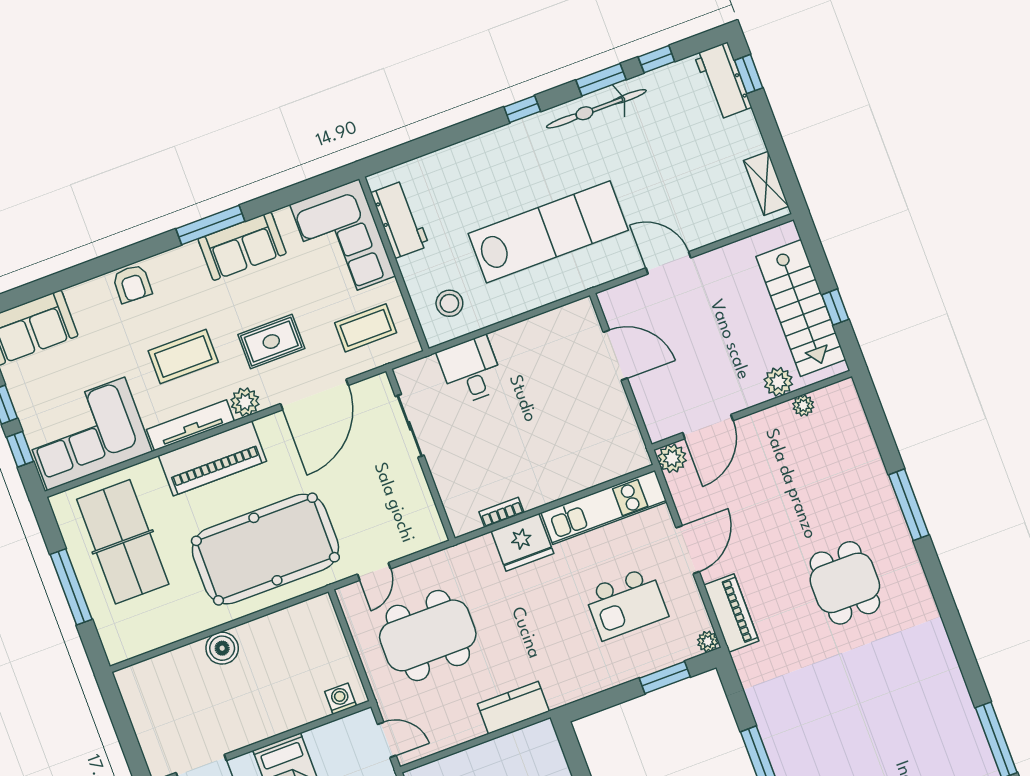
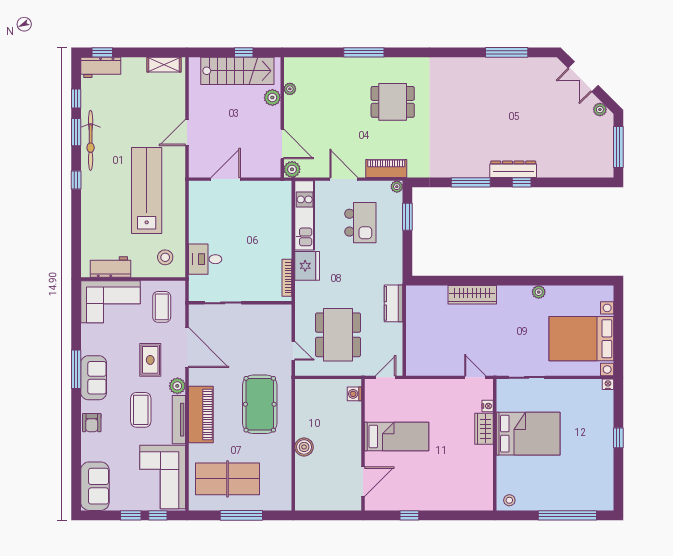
sofa: (242, 246) -> (94, 378), moved
armchair: (132, 284) -> (92, 423), turned 88
bookcase: (502, 512) -> (287, 278), width x1.56
pool table: (265, 549) -> (260, 404), width x0.73, depth x0.76

